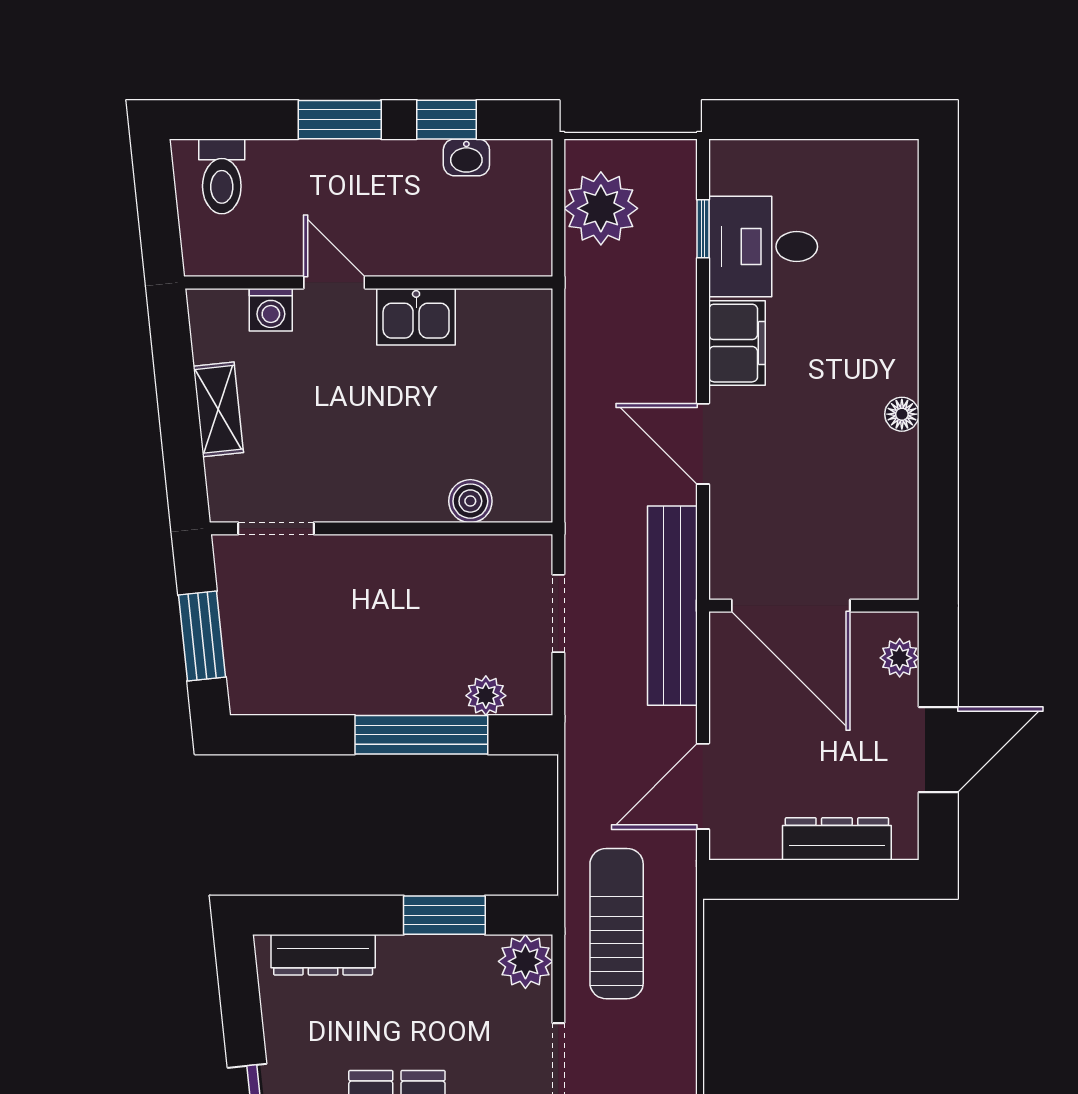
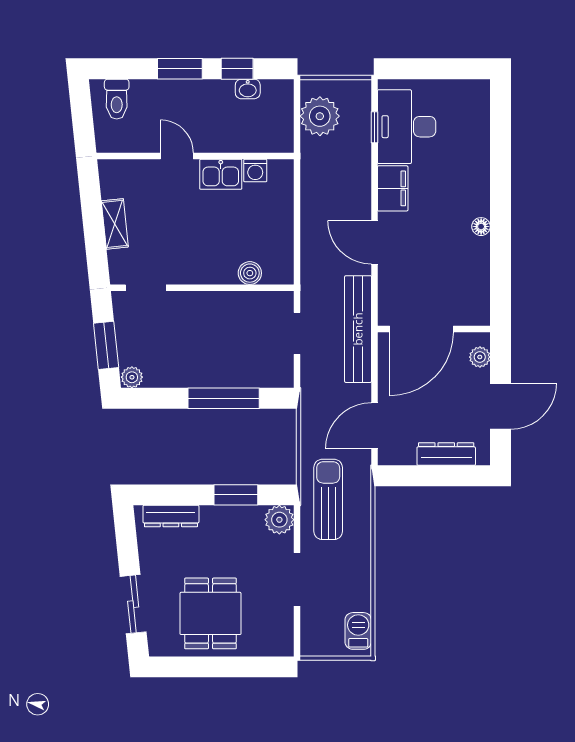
desk: (763, 247) -> (407, 127), width x1.37
washing machine: (271, 310) -> (255, 171), moved
door: (791, 606) -> (421, 329), hinge flipped
plant: (486, 696) -> (132, 377), moved

